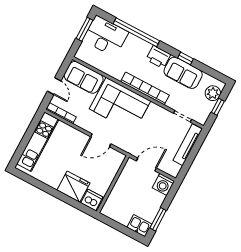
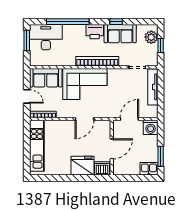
door: (112, 185) -> (112, 149), added

